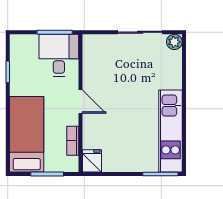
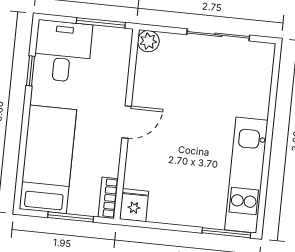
plant: (174, 42) -> (148, 41), moved
desk: (59, 55) -> (63, 51), moved
door: (81, 102) -> (127, 122), hinge flipped
bookcase: (73, 141) -> (108, 198), moved

